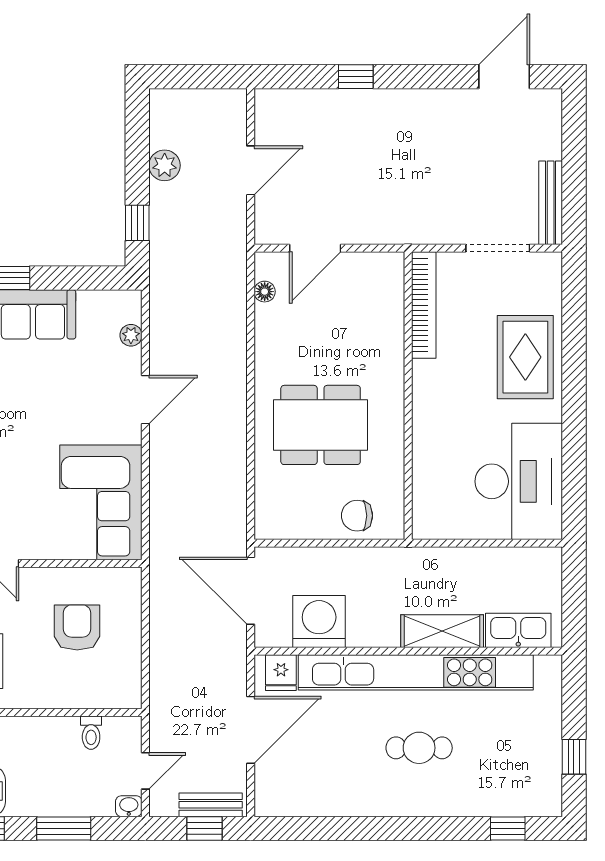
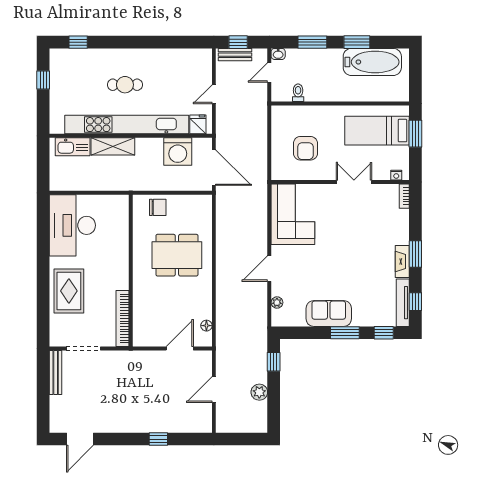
door: (251, 730) -> (214, 94), width x0.53

